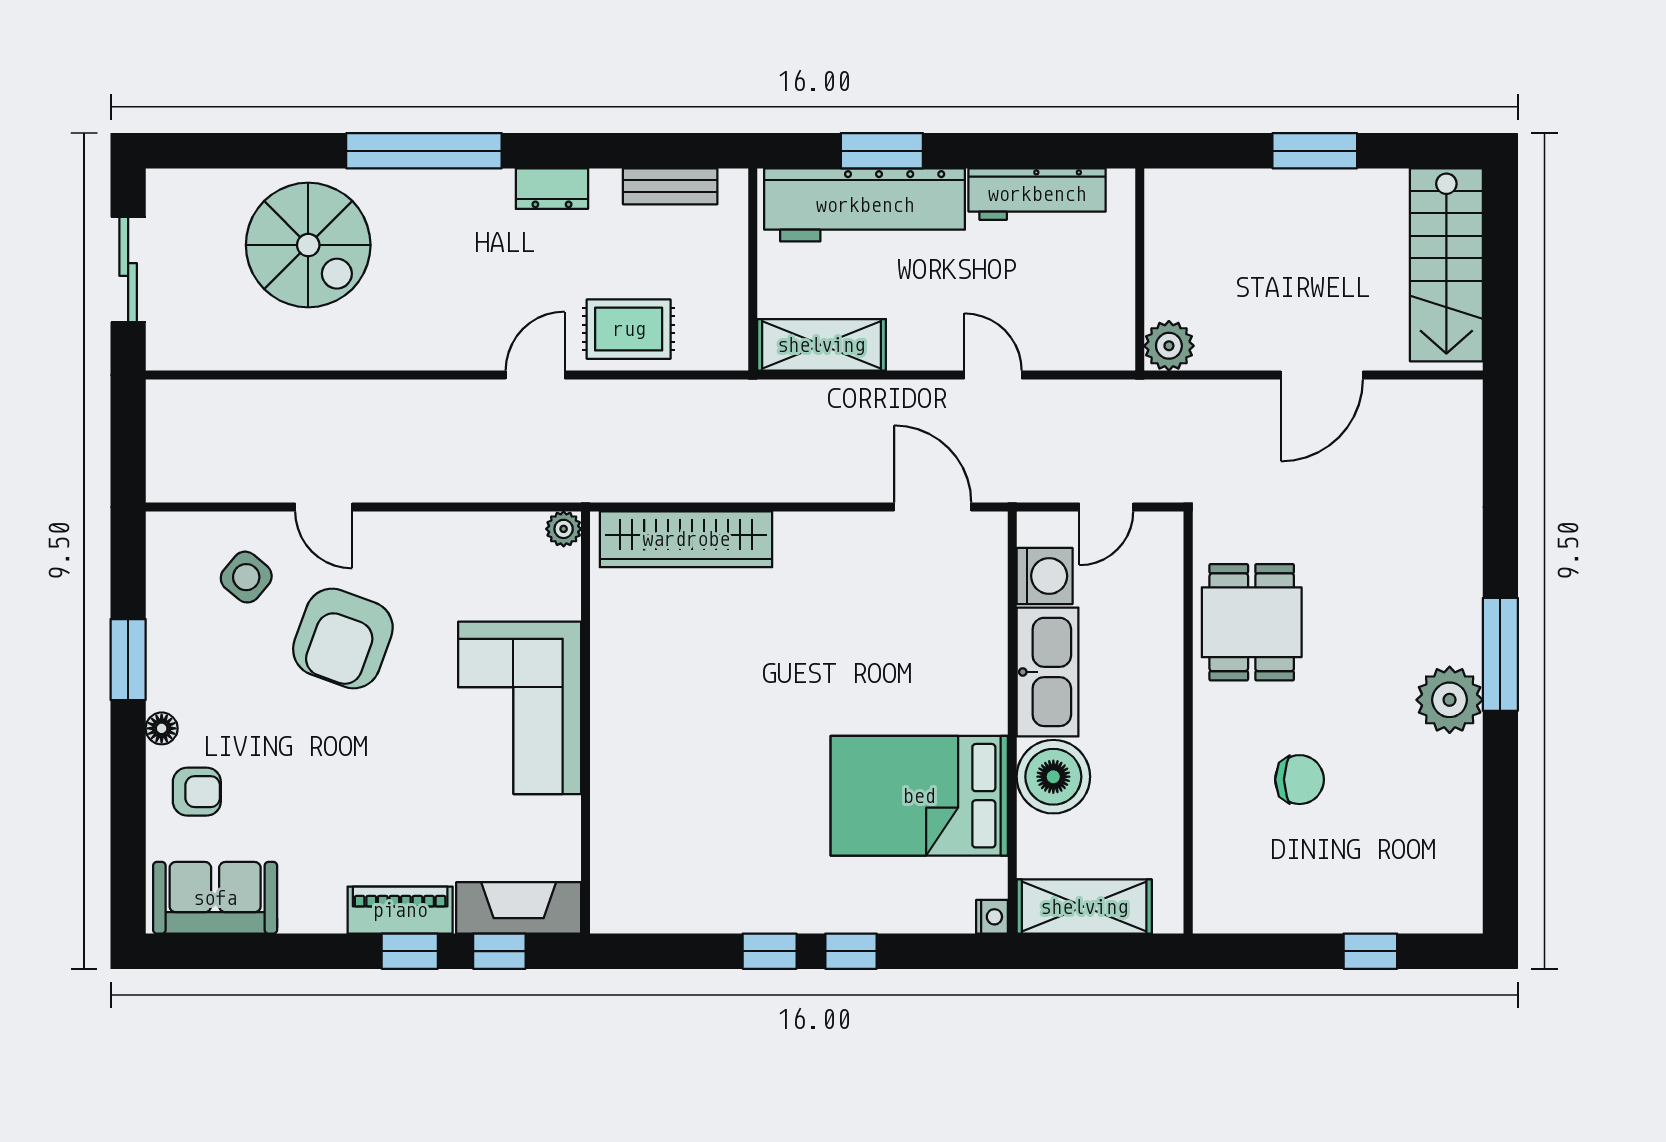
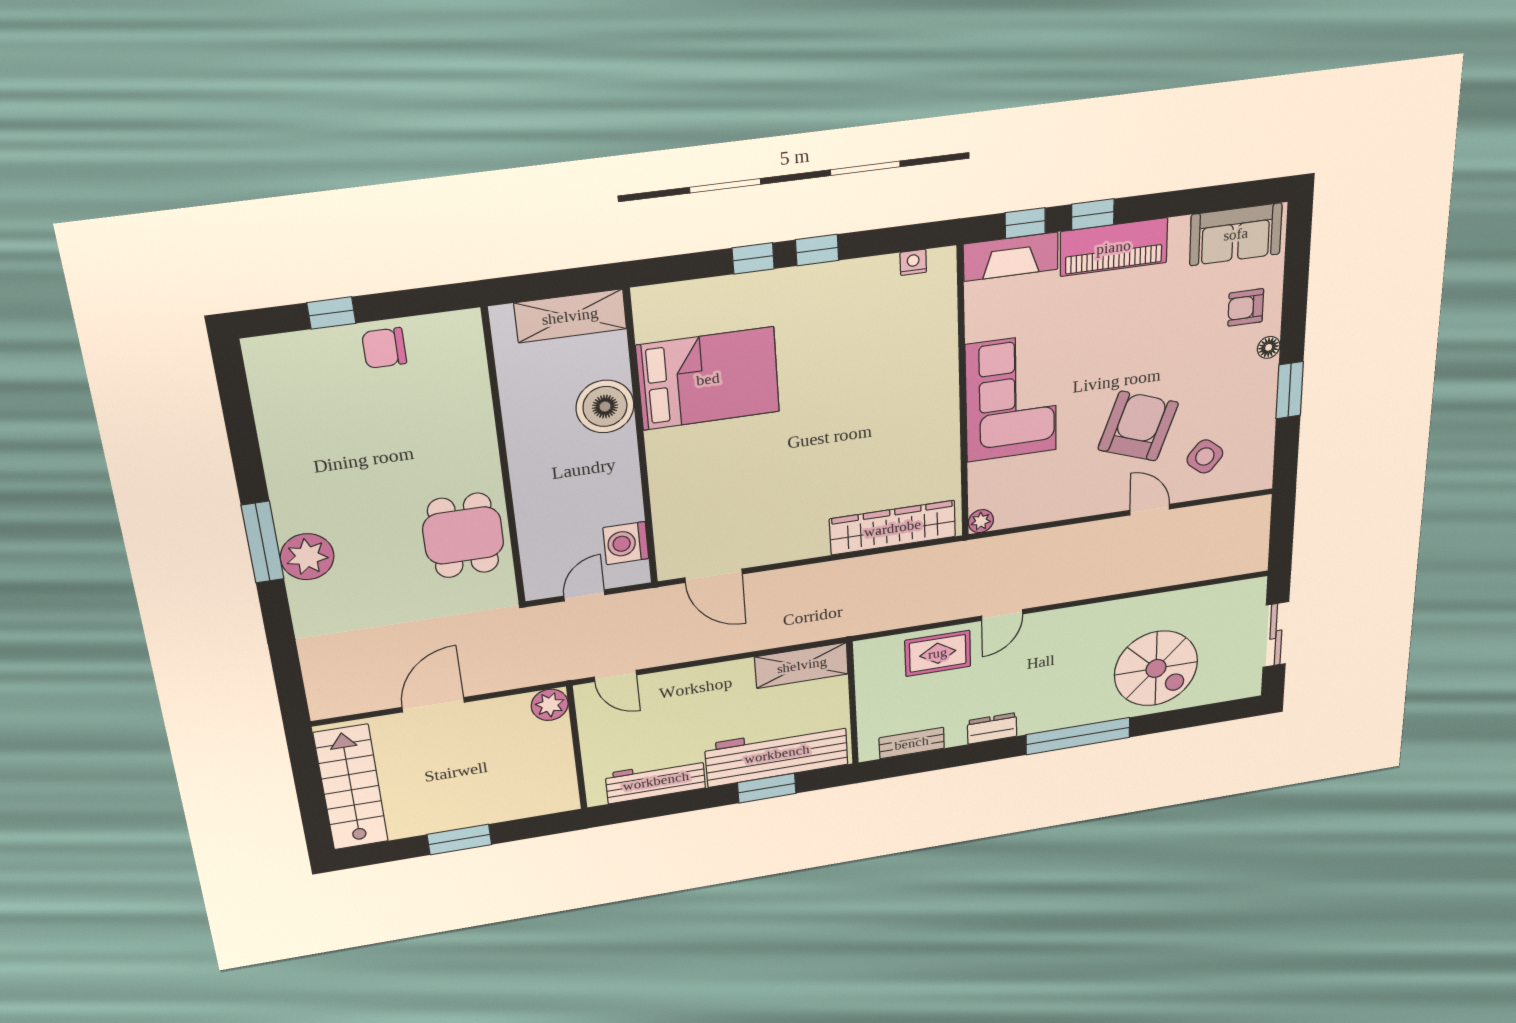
spiral stairs: (308, 245) -> (1156, 668), turned 180
door: (993, 375) -> (615, 676), moved
kitchen sink: (1048, 672) -> (617, 479), removed
plant: (1450, 700) -> (307, 557), moved
chair: (1299, 780) -> (384, 348), moved
piano: (400, 910) -> (1114, 247), width x1.37, depth x1.33
nightstand: (992, 917) -> (913, 262), moved, turned 90

